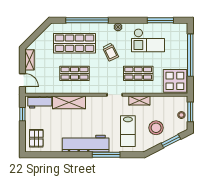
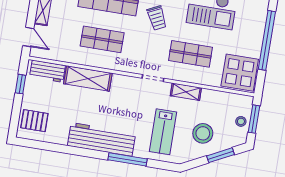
pallet: (36, 138) -> (34, 121), turned 90

